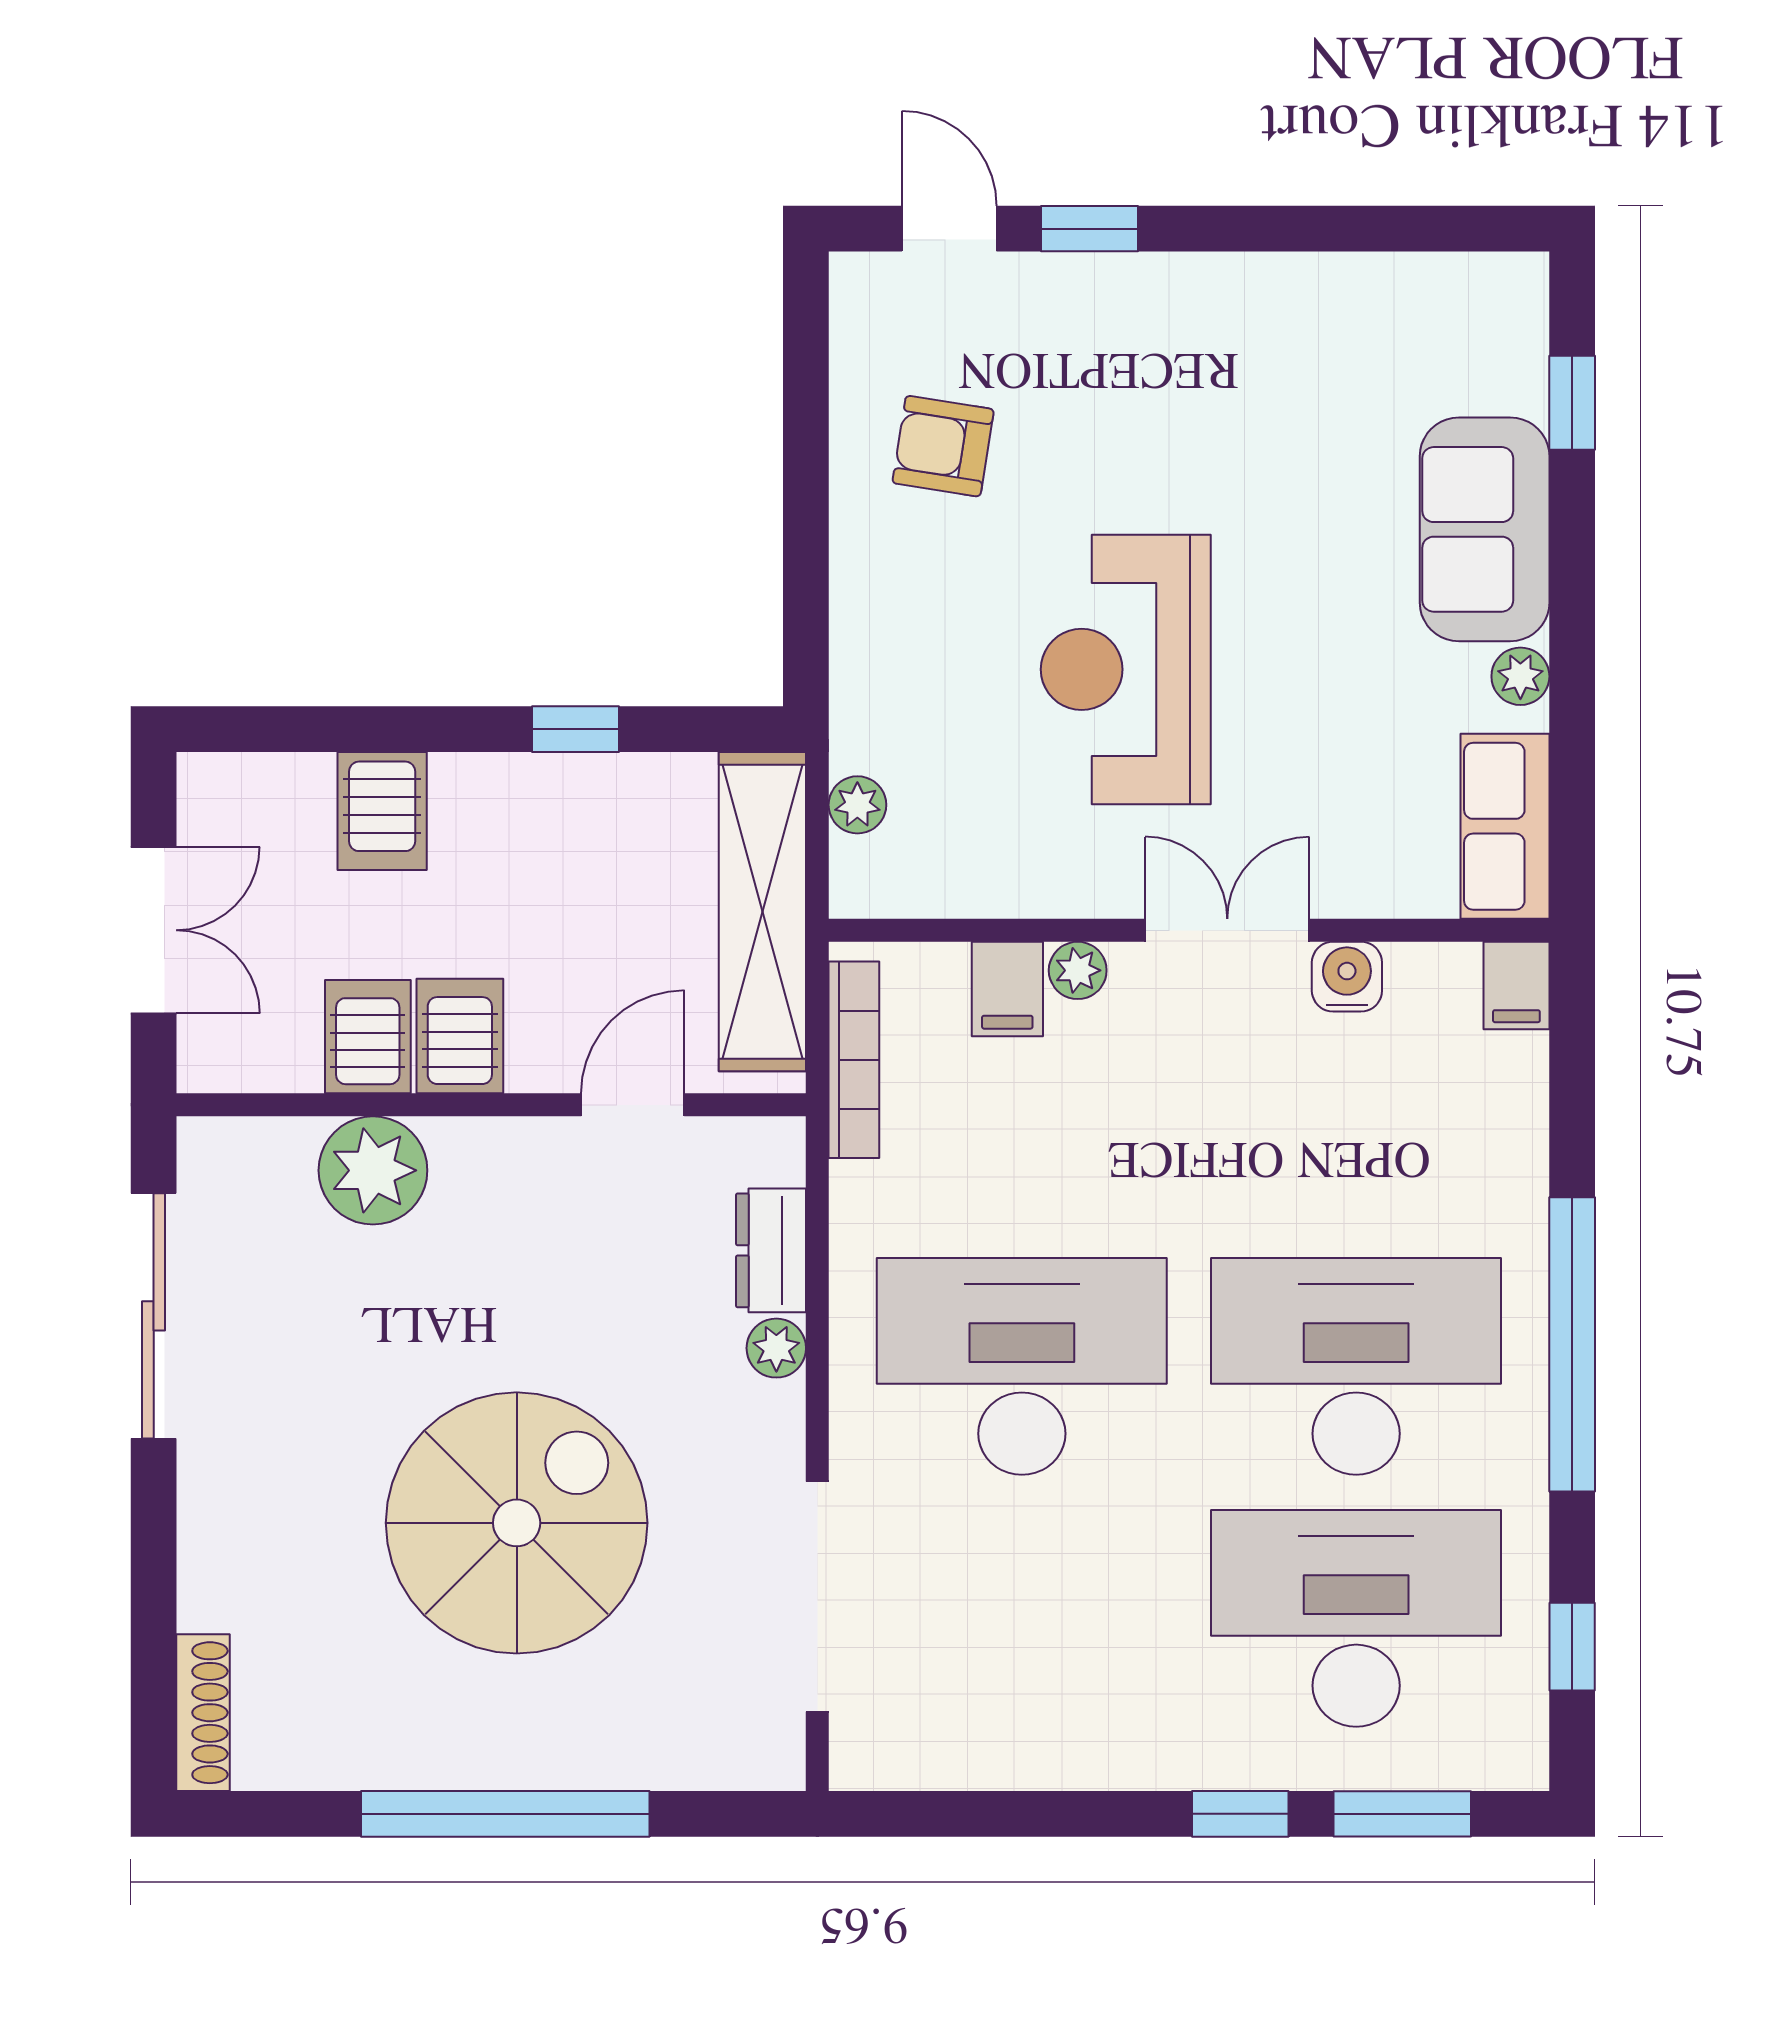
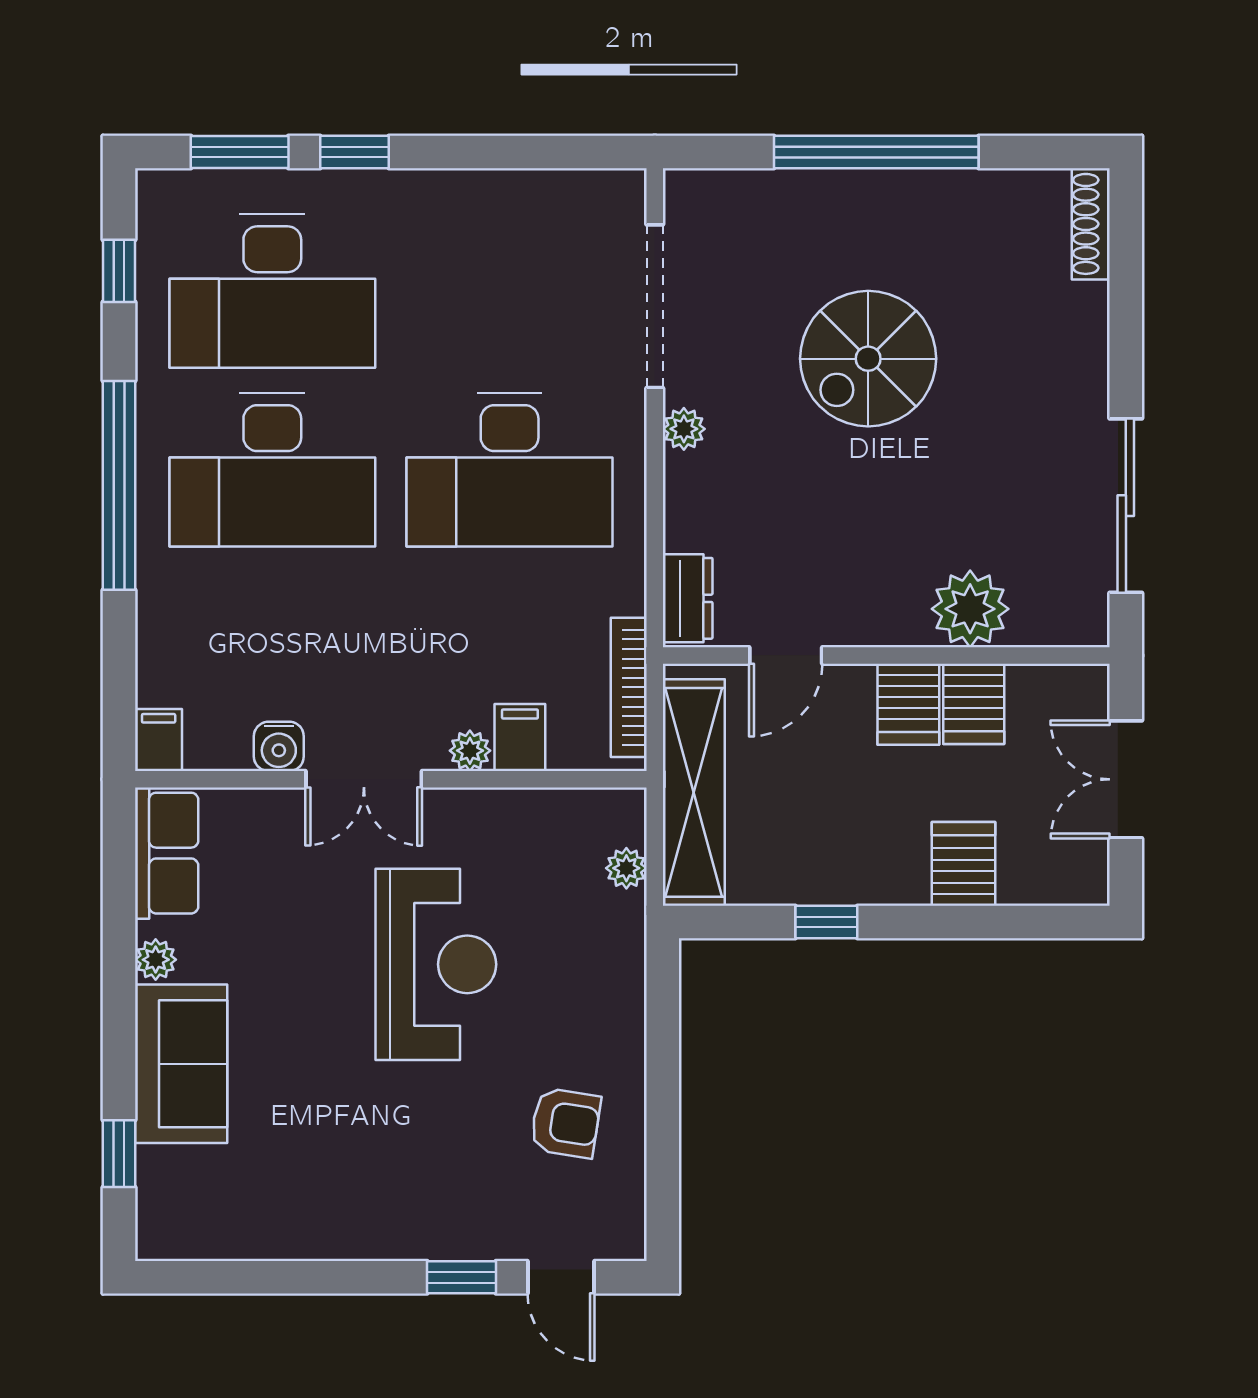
dresser: (771, 1250) -> (688, 598), moved
plant: (776, 1348) -> (684, 429), moved
spiral stairs: (517, 1523) -> (868, 359), width x0.73, depth x0.73

